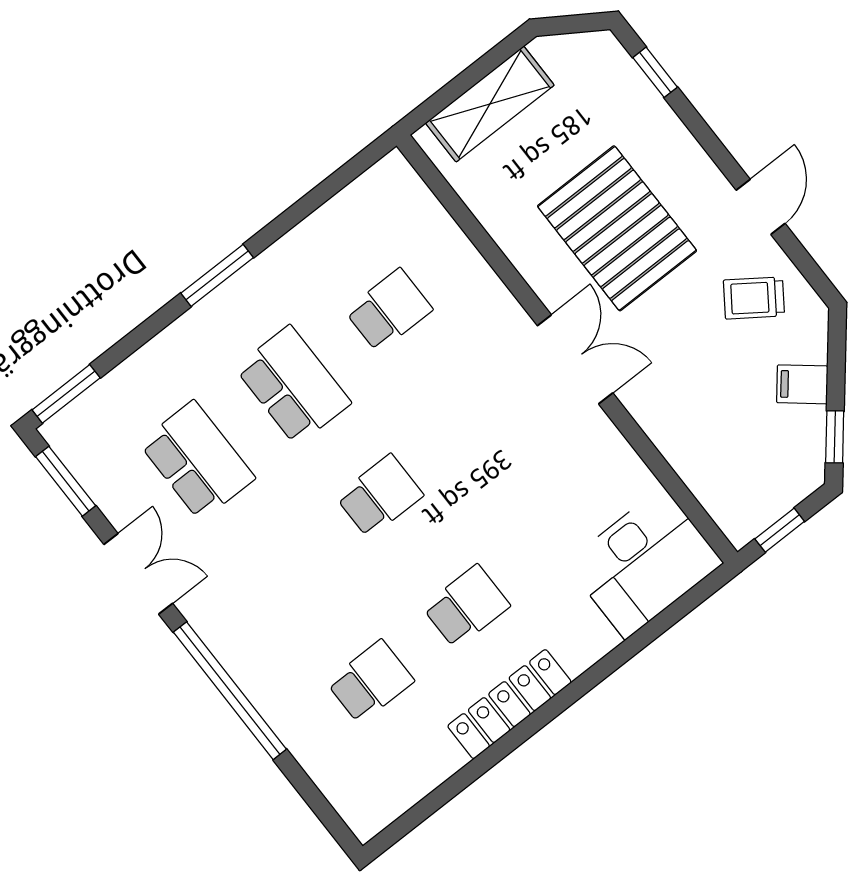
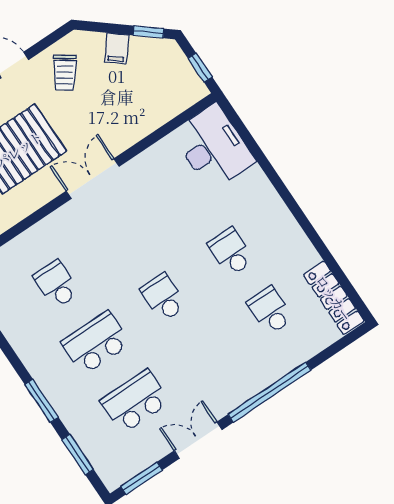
window: (217, 275) -> (42, 401), moved
window: (66, 394) -> (78, 454), moved
locker: (509, 704) -> (334, 298), moved

